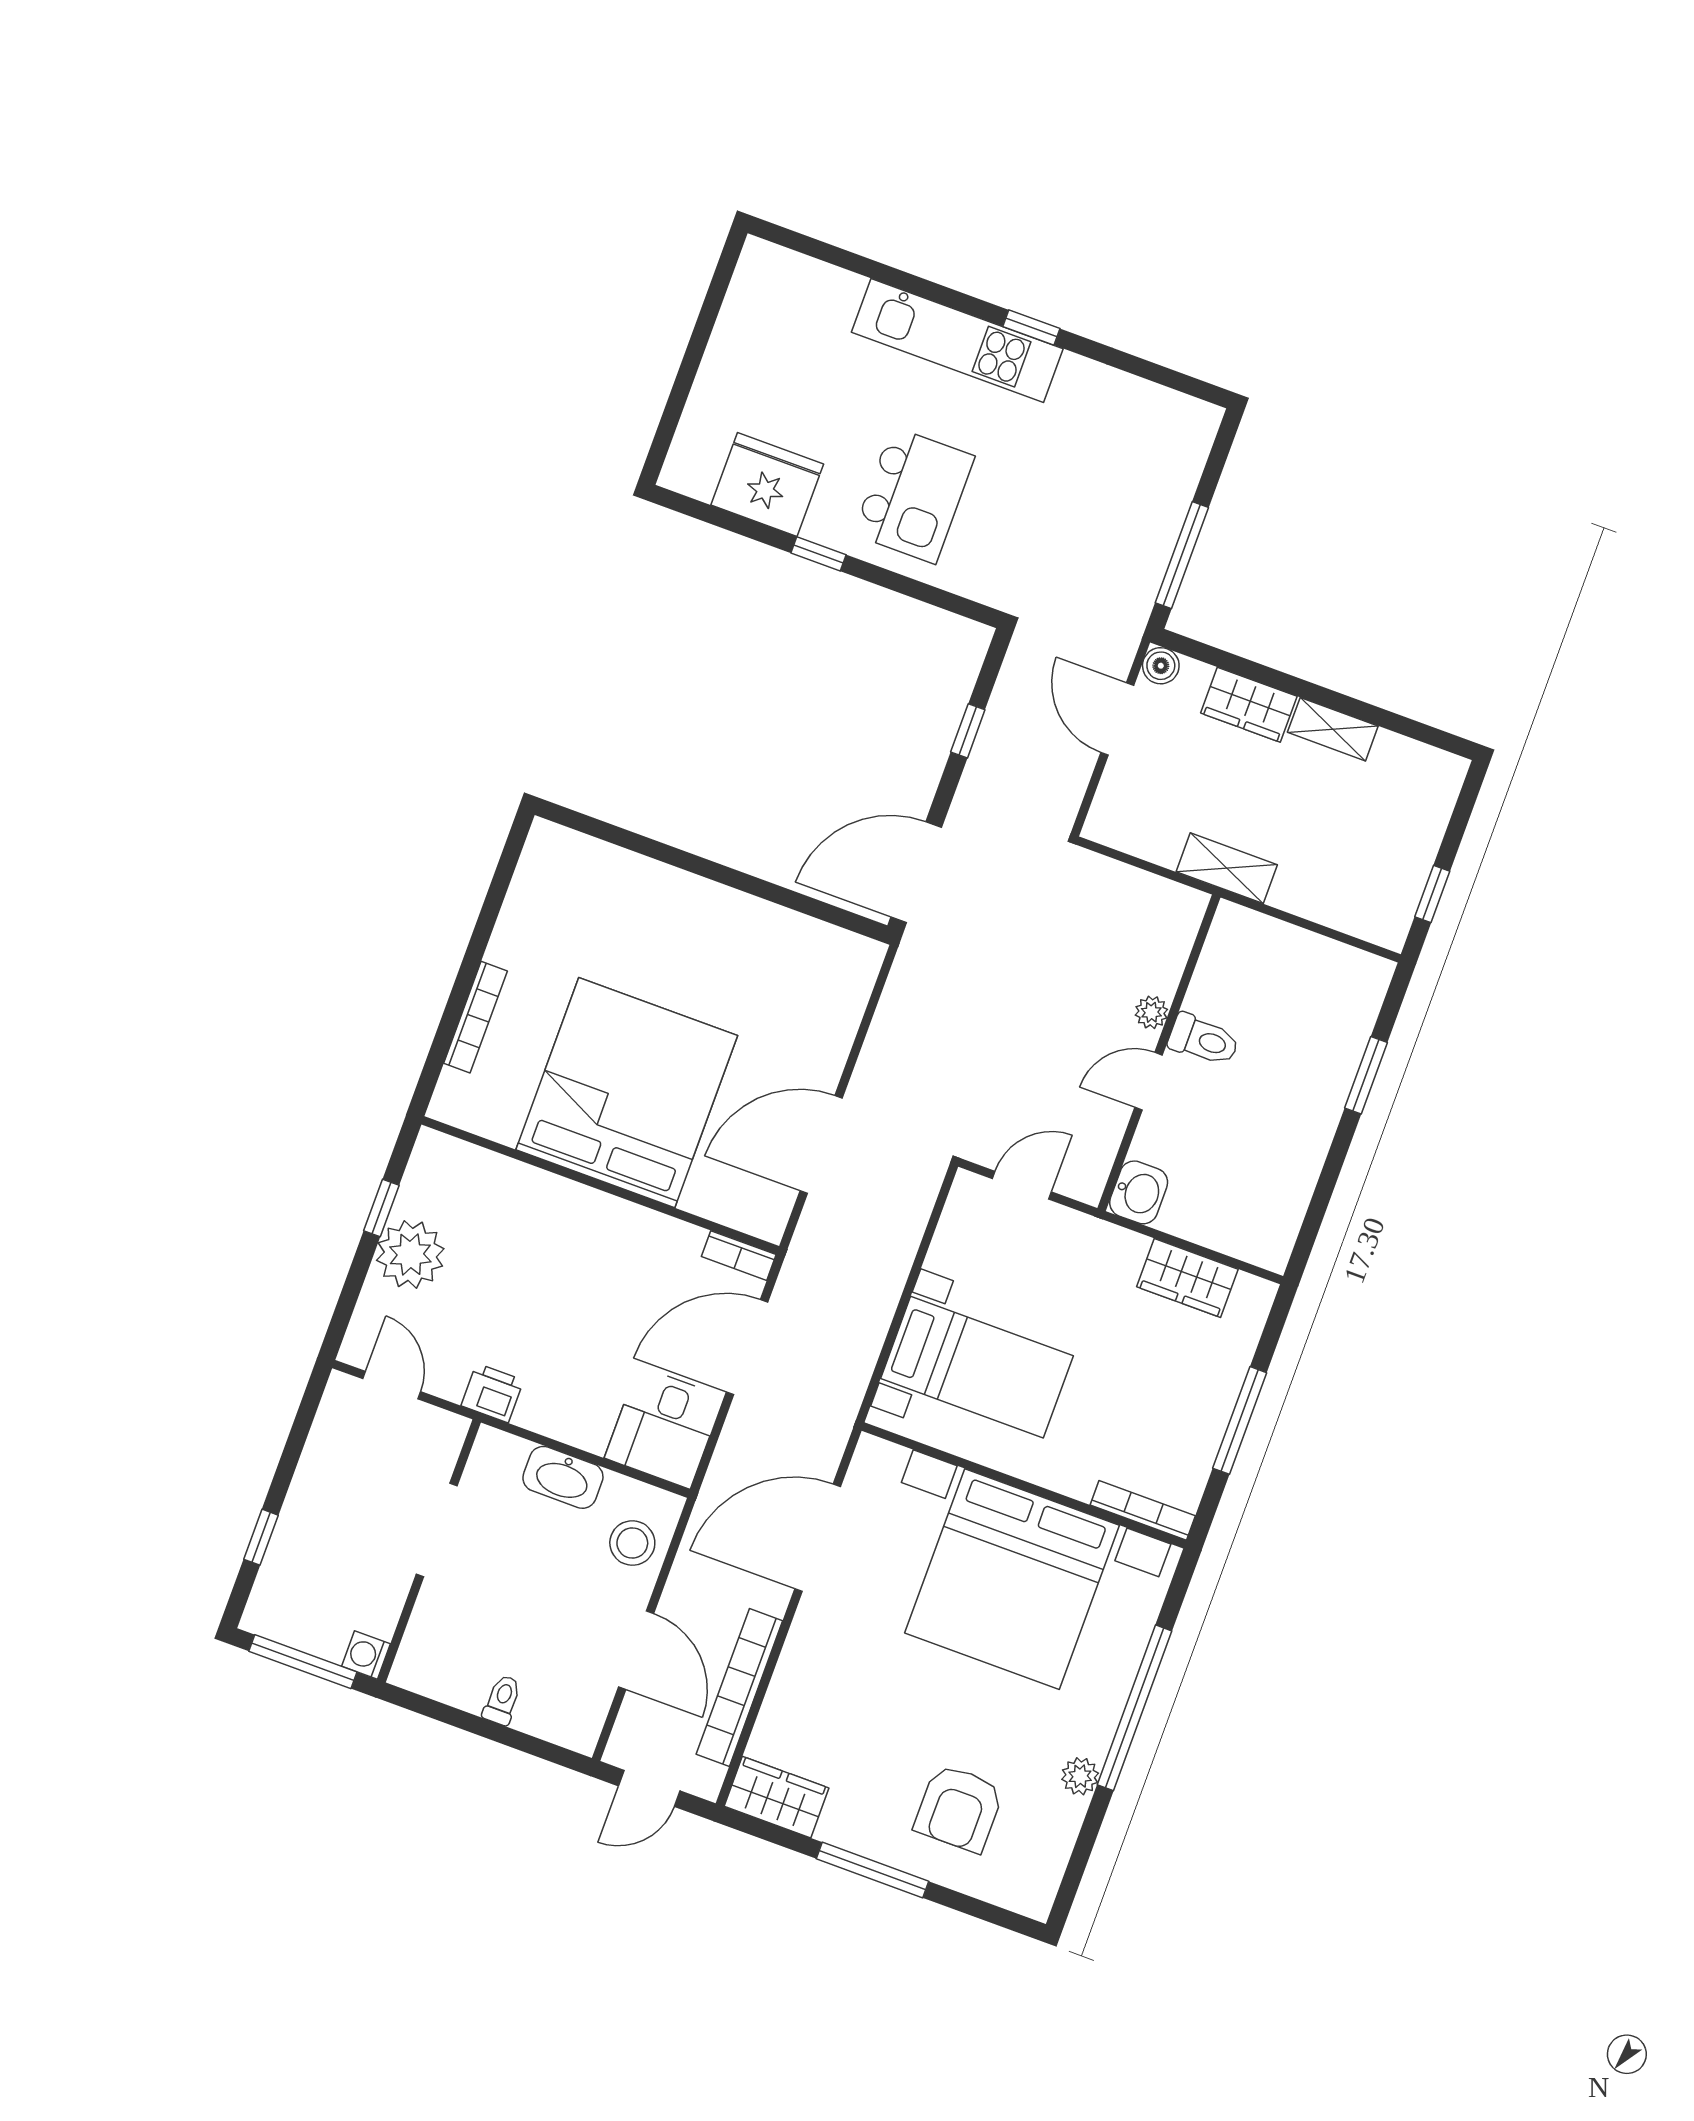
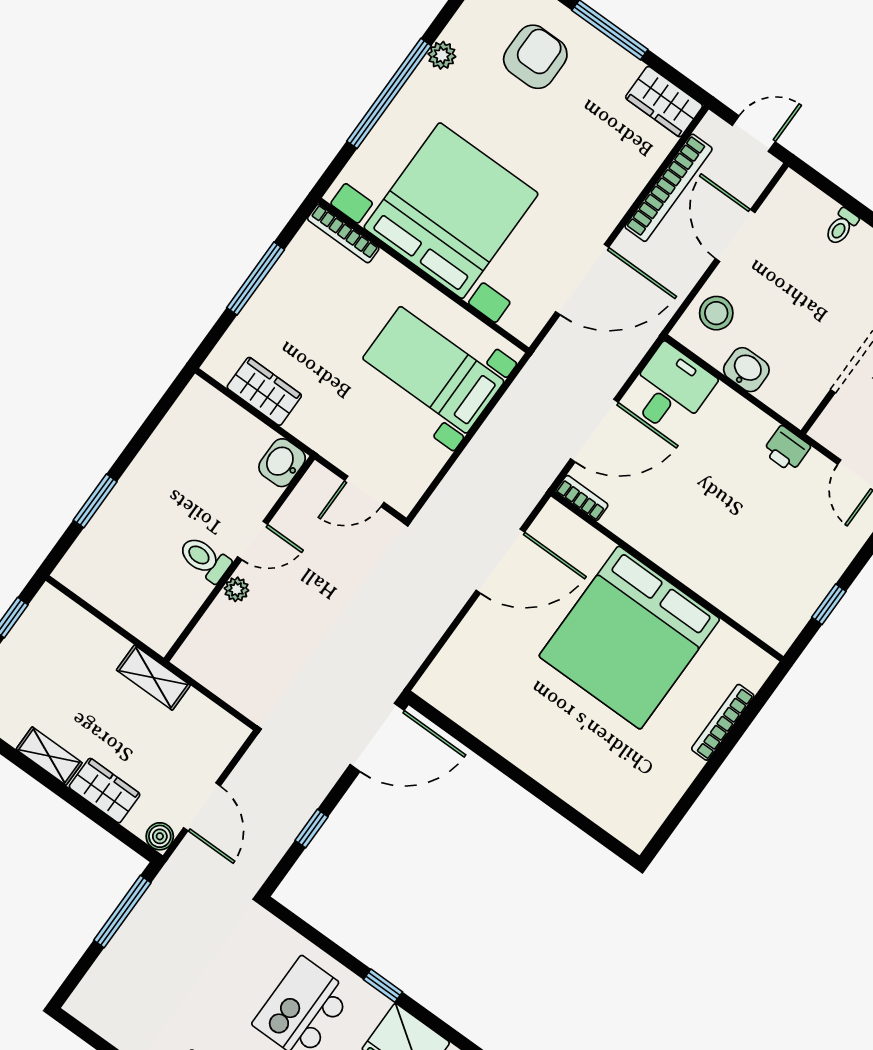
plant: (410, 1254) -> (817, 565), removed
washbasin: (563, 1477) -> (746, 370), width x0.72

